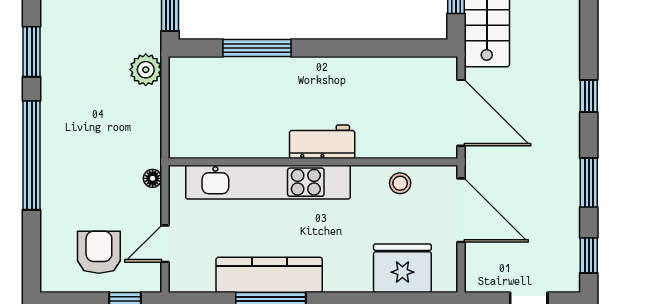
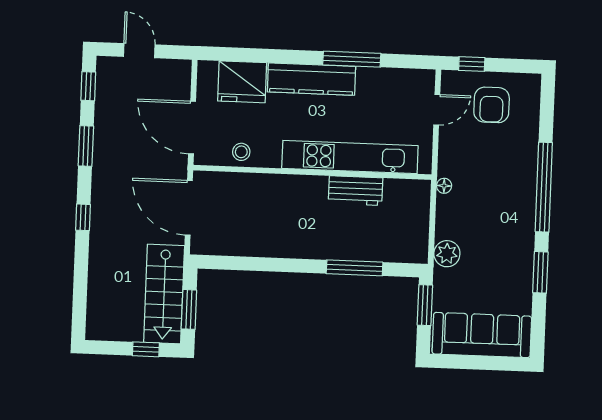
workbench: (322, 142) -> (355, 191), moved
floor lamp: (153, 178) -> (444, 186), moved
kitchen counter: (269, 275) -> (312, 79), moved

